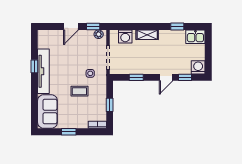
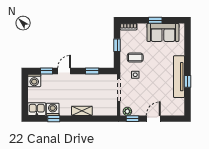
washing machine: (125, 36) -> (53, 109), moved
coffee table: (79, 91) -> (135, 58), moved
sofa: (47, 111) -> (163, 32), moved, turned -90

